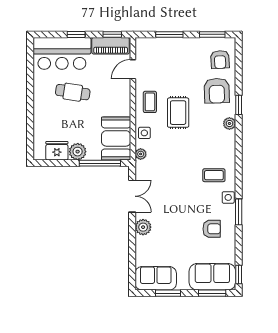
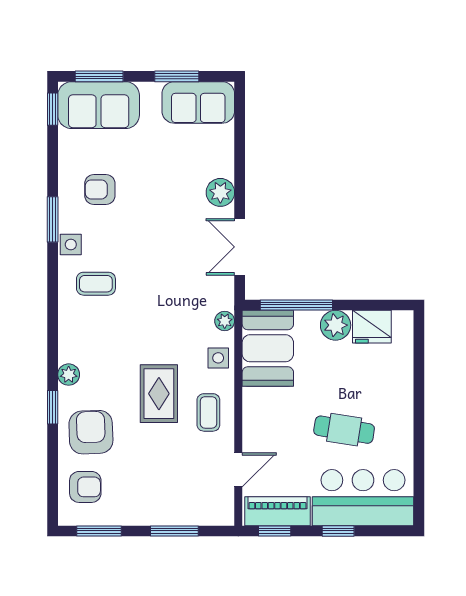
armchair: (220, 60) -> (85, 487), turned 93

